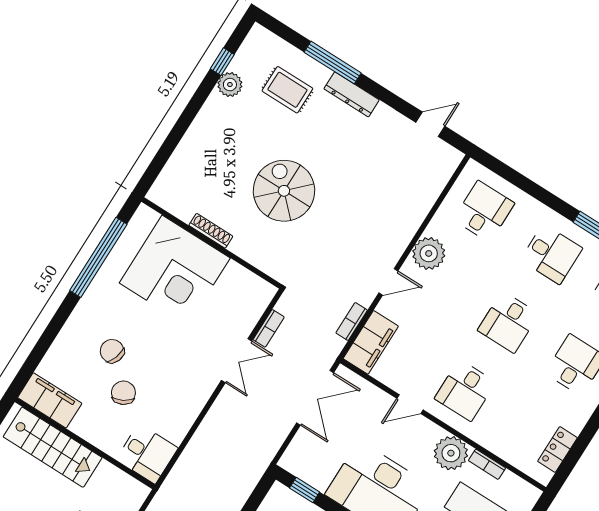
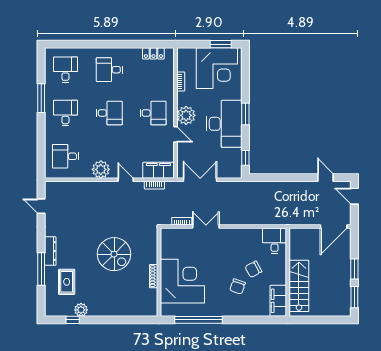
spiral stairs: (284, 191) -> (114, 254), turned -90
plant: (451, 453) -> (186, 115), moved

